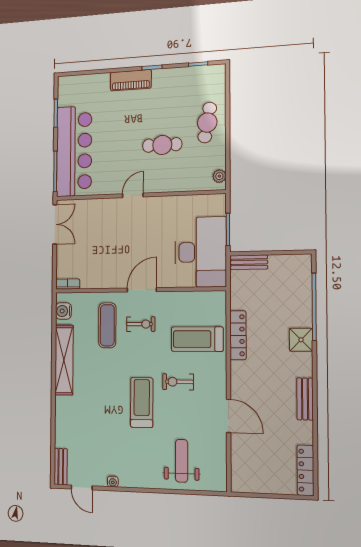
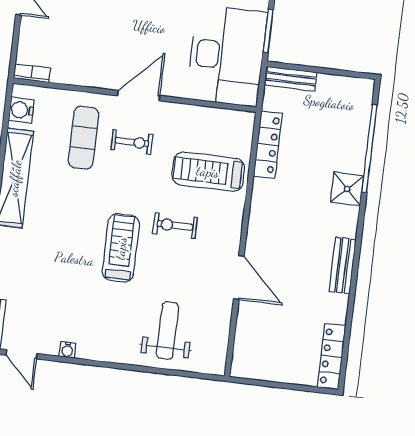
locker: (238, 335) -> (268, 145), moved

